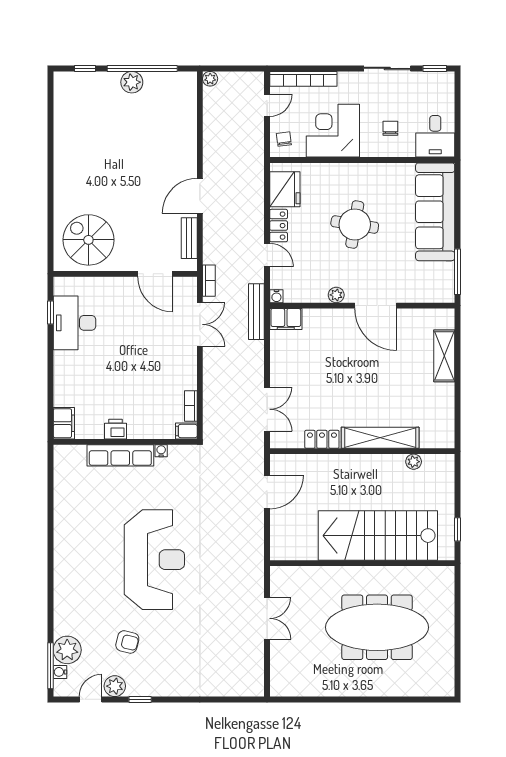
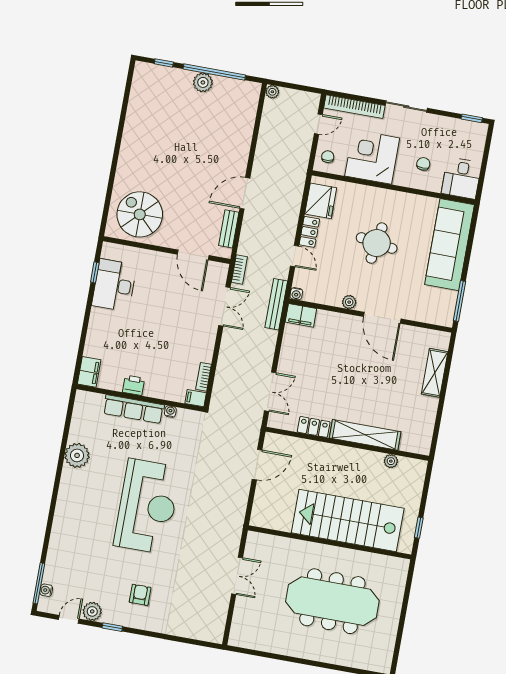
sliding door: (387, 68) -> (406, 107), moved
armchair: (127, 642) -> (140, 595), moved, turned -104
plant: (67, 650) -> (77, 455), moved

